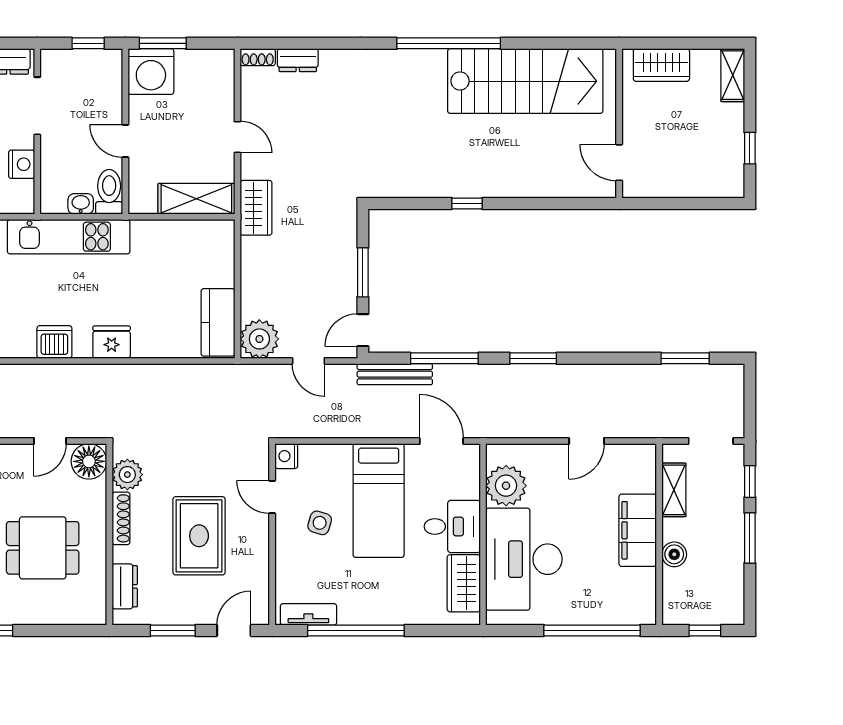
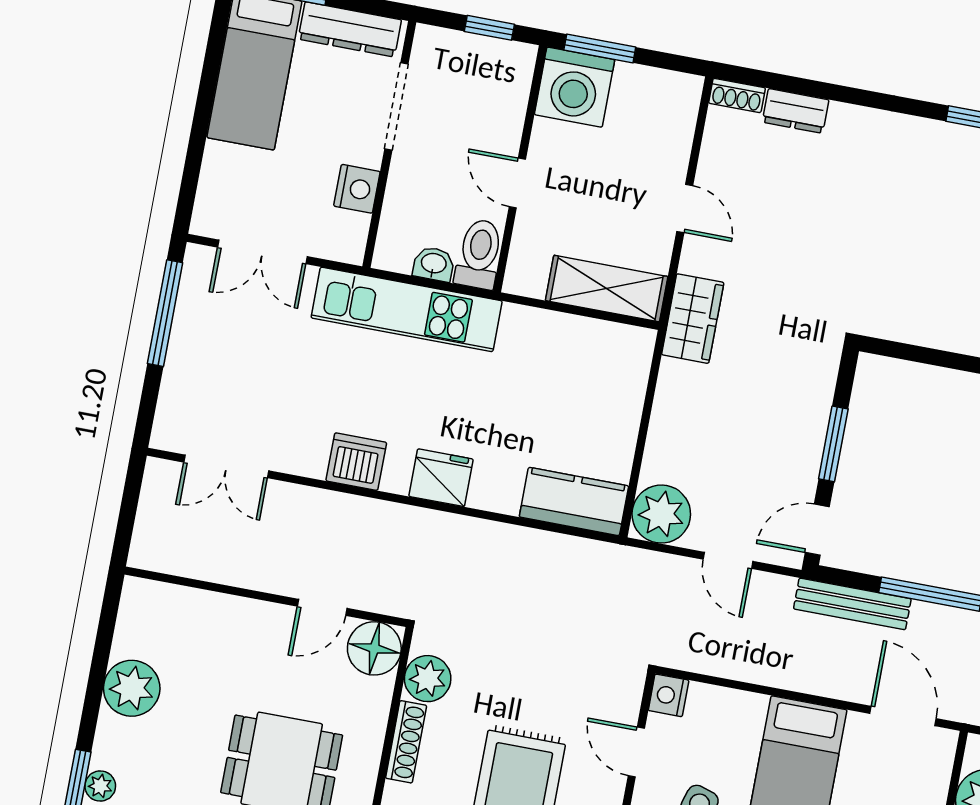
kitchen counter: (218, 322) -> (574, 501), moved, turned 90

